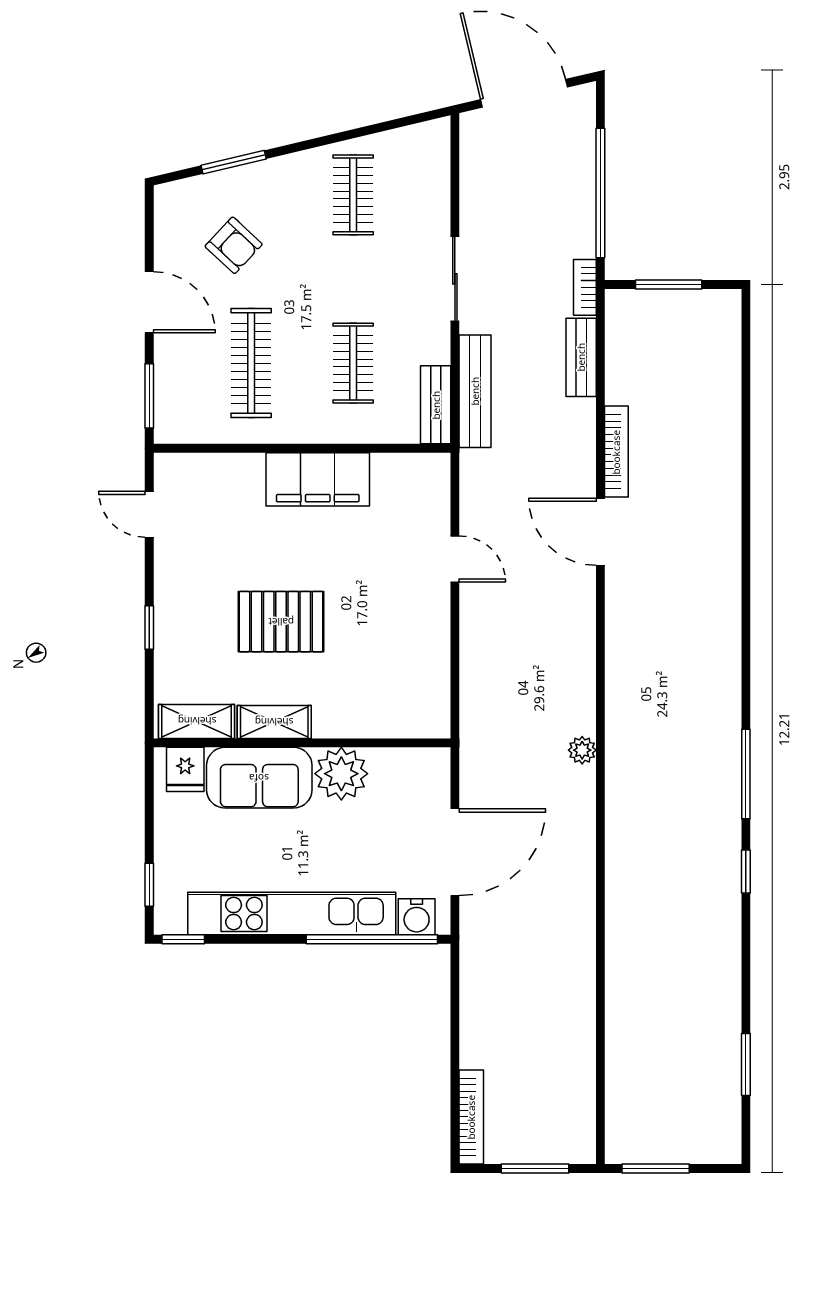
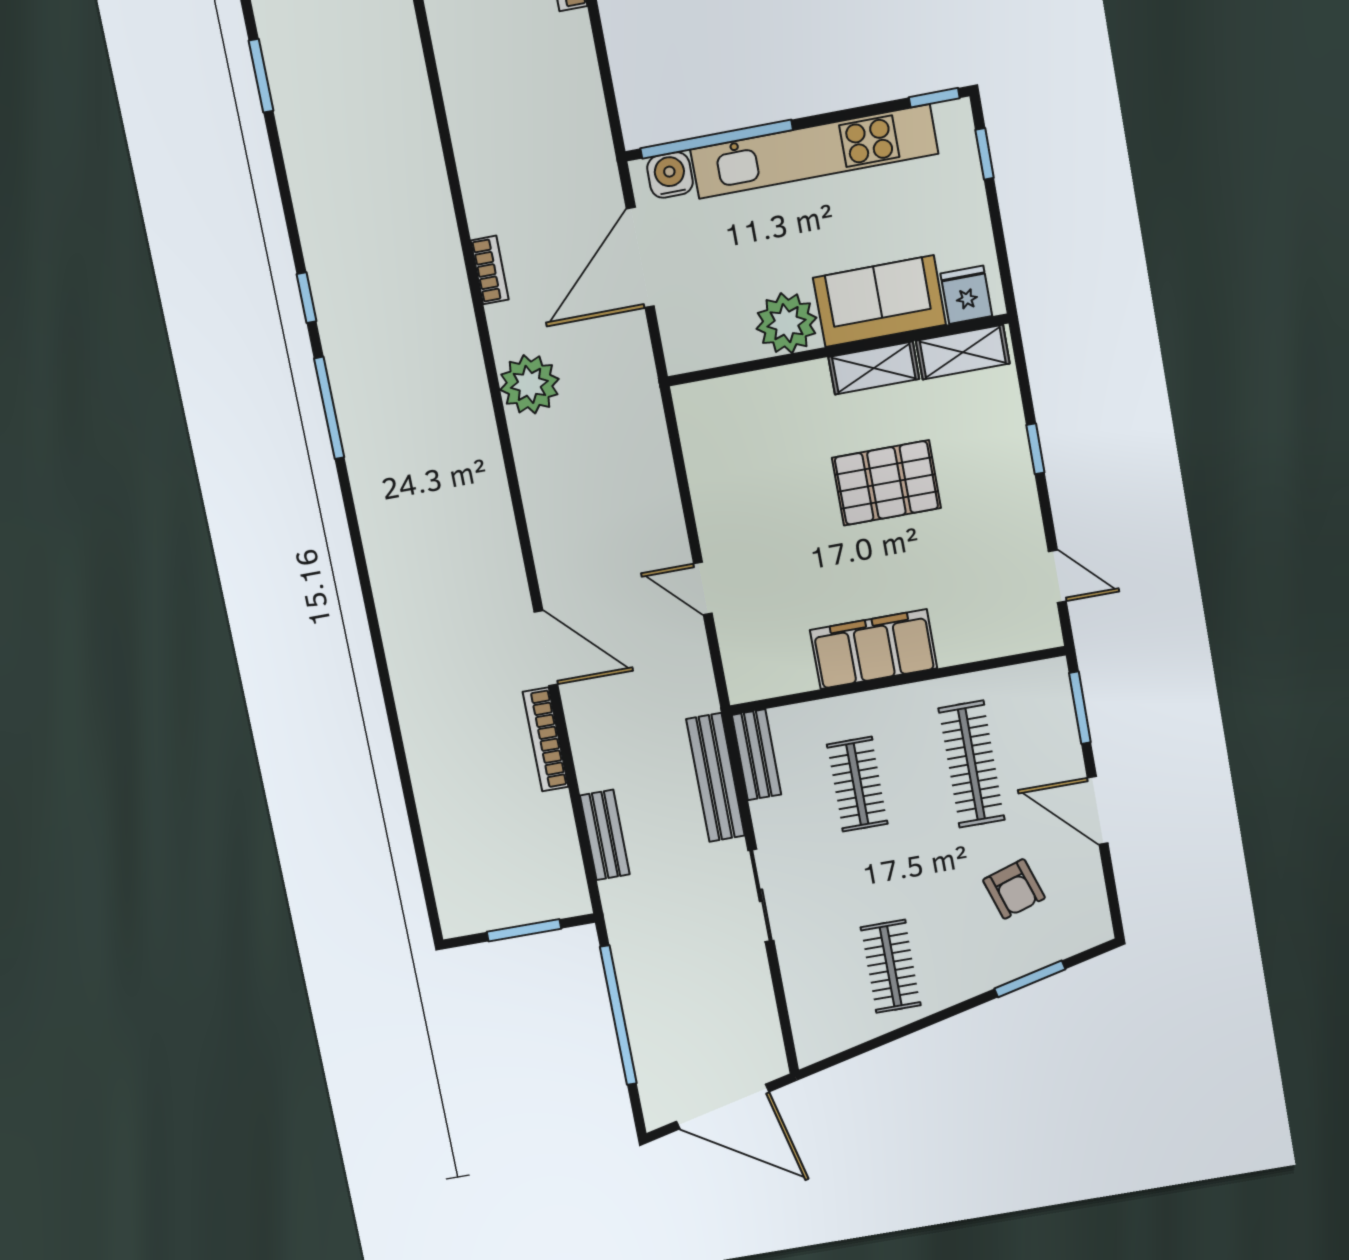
armchair: (234, 245) -> (1014, 889), turned -151
bookcase: (585, 287) -> (490, 270), moved
plant: (582, 750) -> (529, 384), width x1.88, depth x1.88

